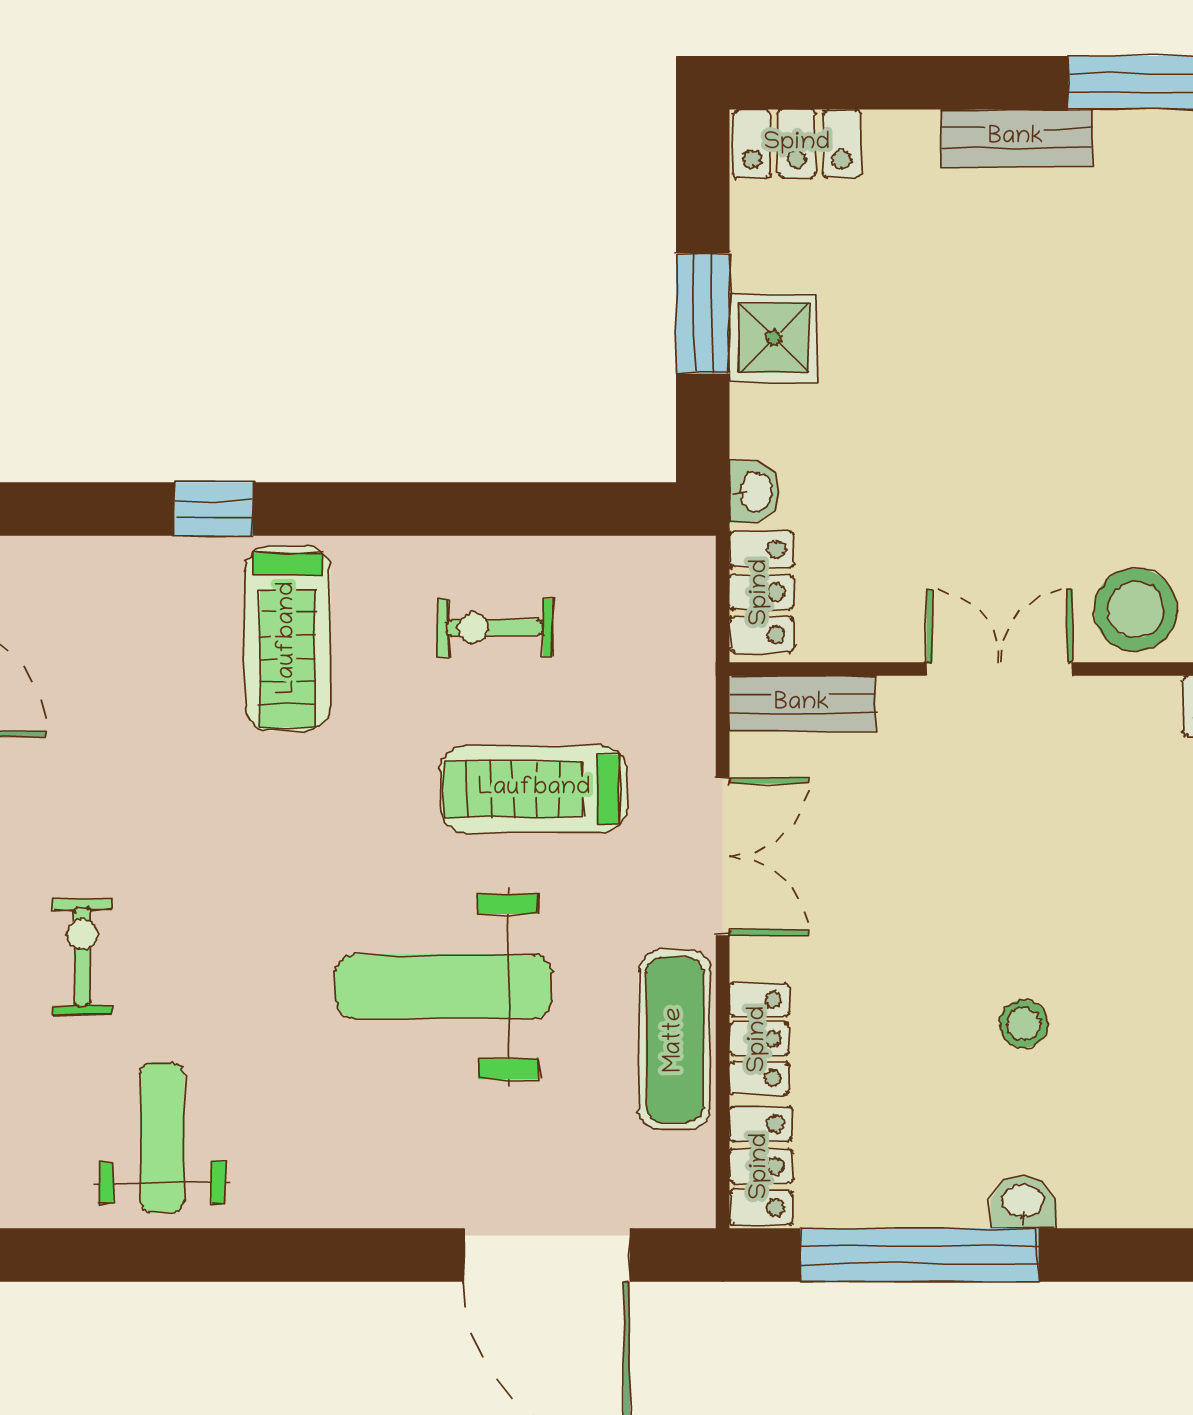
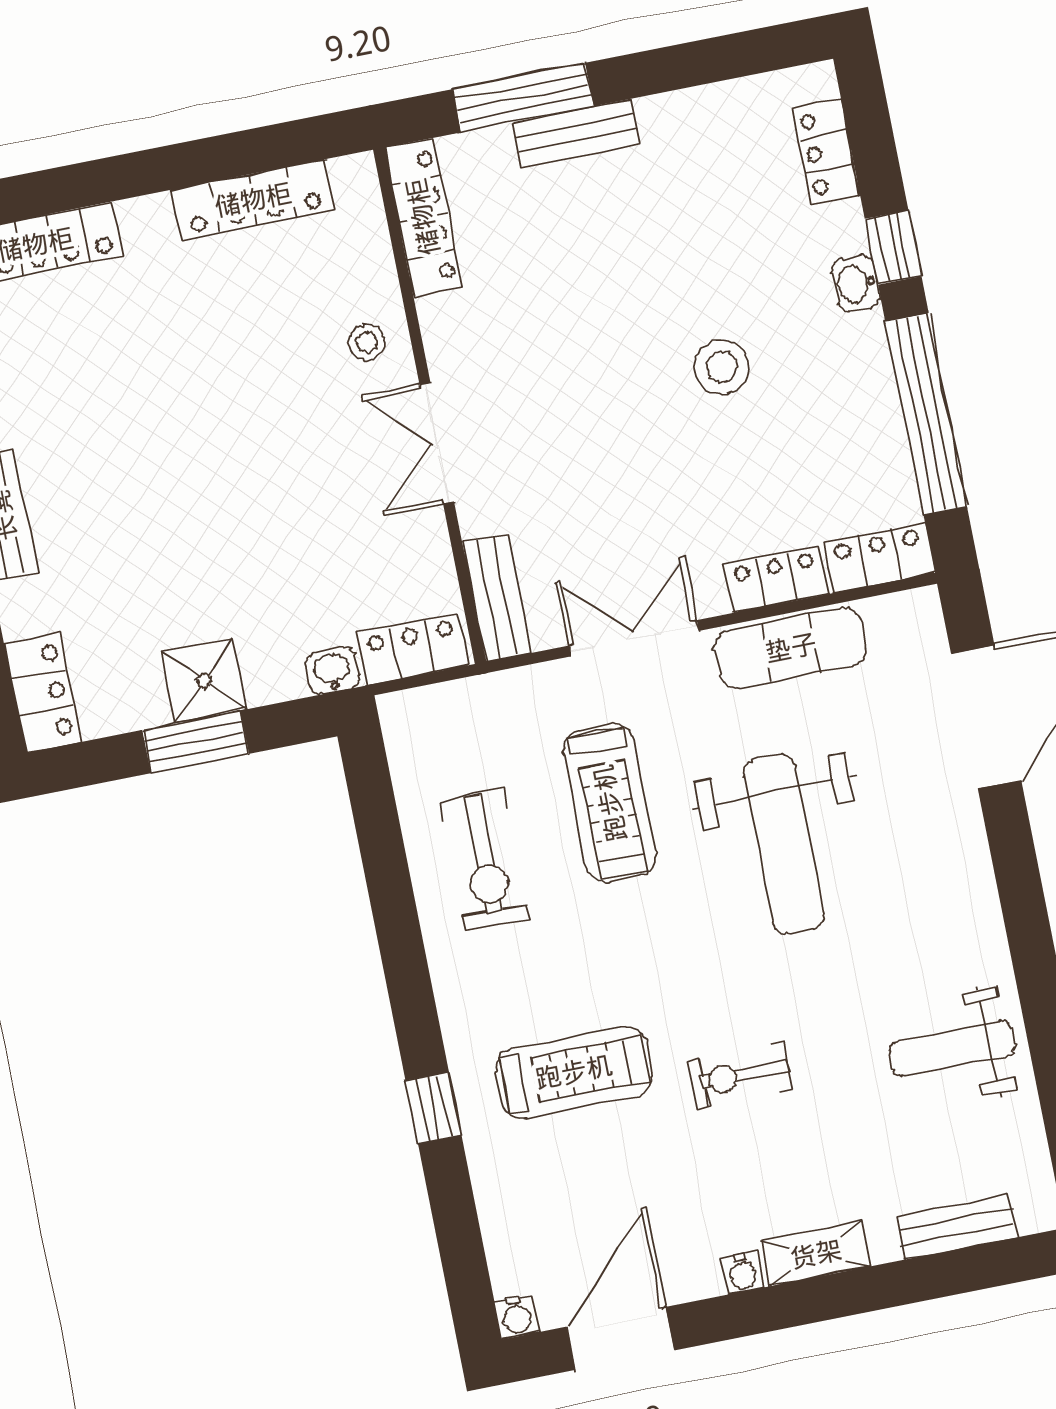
stool: (1136, 610) -> (367, 342), width x0.53, depth x0.53
exercise bike: (495, 628) -> (485, 860), width x1.38, depth x1.39
treadmill: (288, 638) -> (574, 1072), moved
exercise bike: (82, 957) -> (740, 1076), moved
stool: (1024, 1024) -> (722, 367), width x1.37, depth x1.37
washbasin: (1023, 1202) -> (856, 284), moved
window: (1124, 1255) -> (893, 248), added

